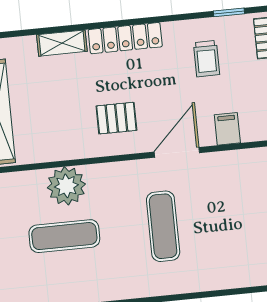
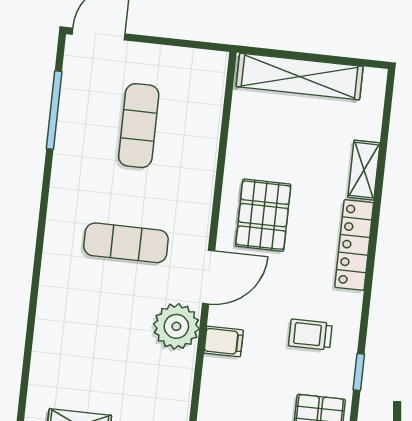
pallet: (116, 118) -> (263, 215), width x1.50, depth x1.42
door: (177, 152) -> (209, 277), hinge flipped
plant: (66, 186) -> (176, 326), moved

